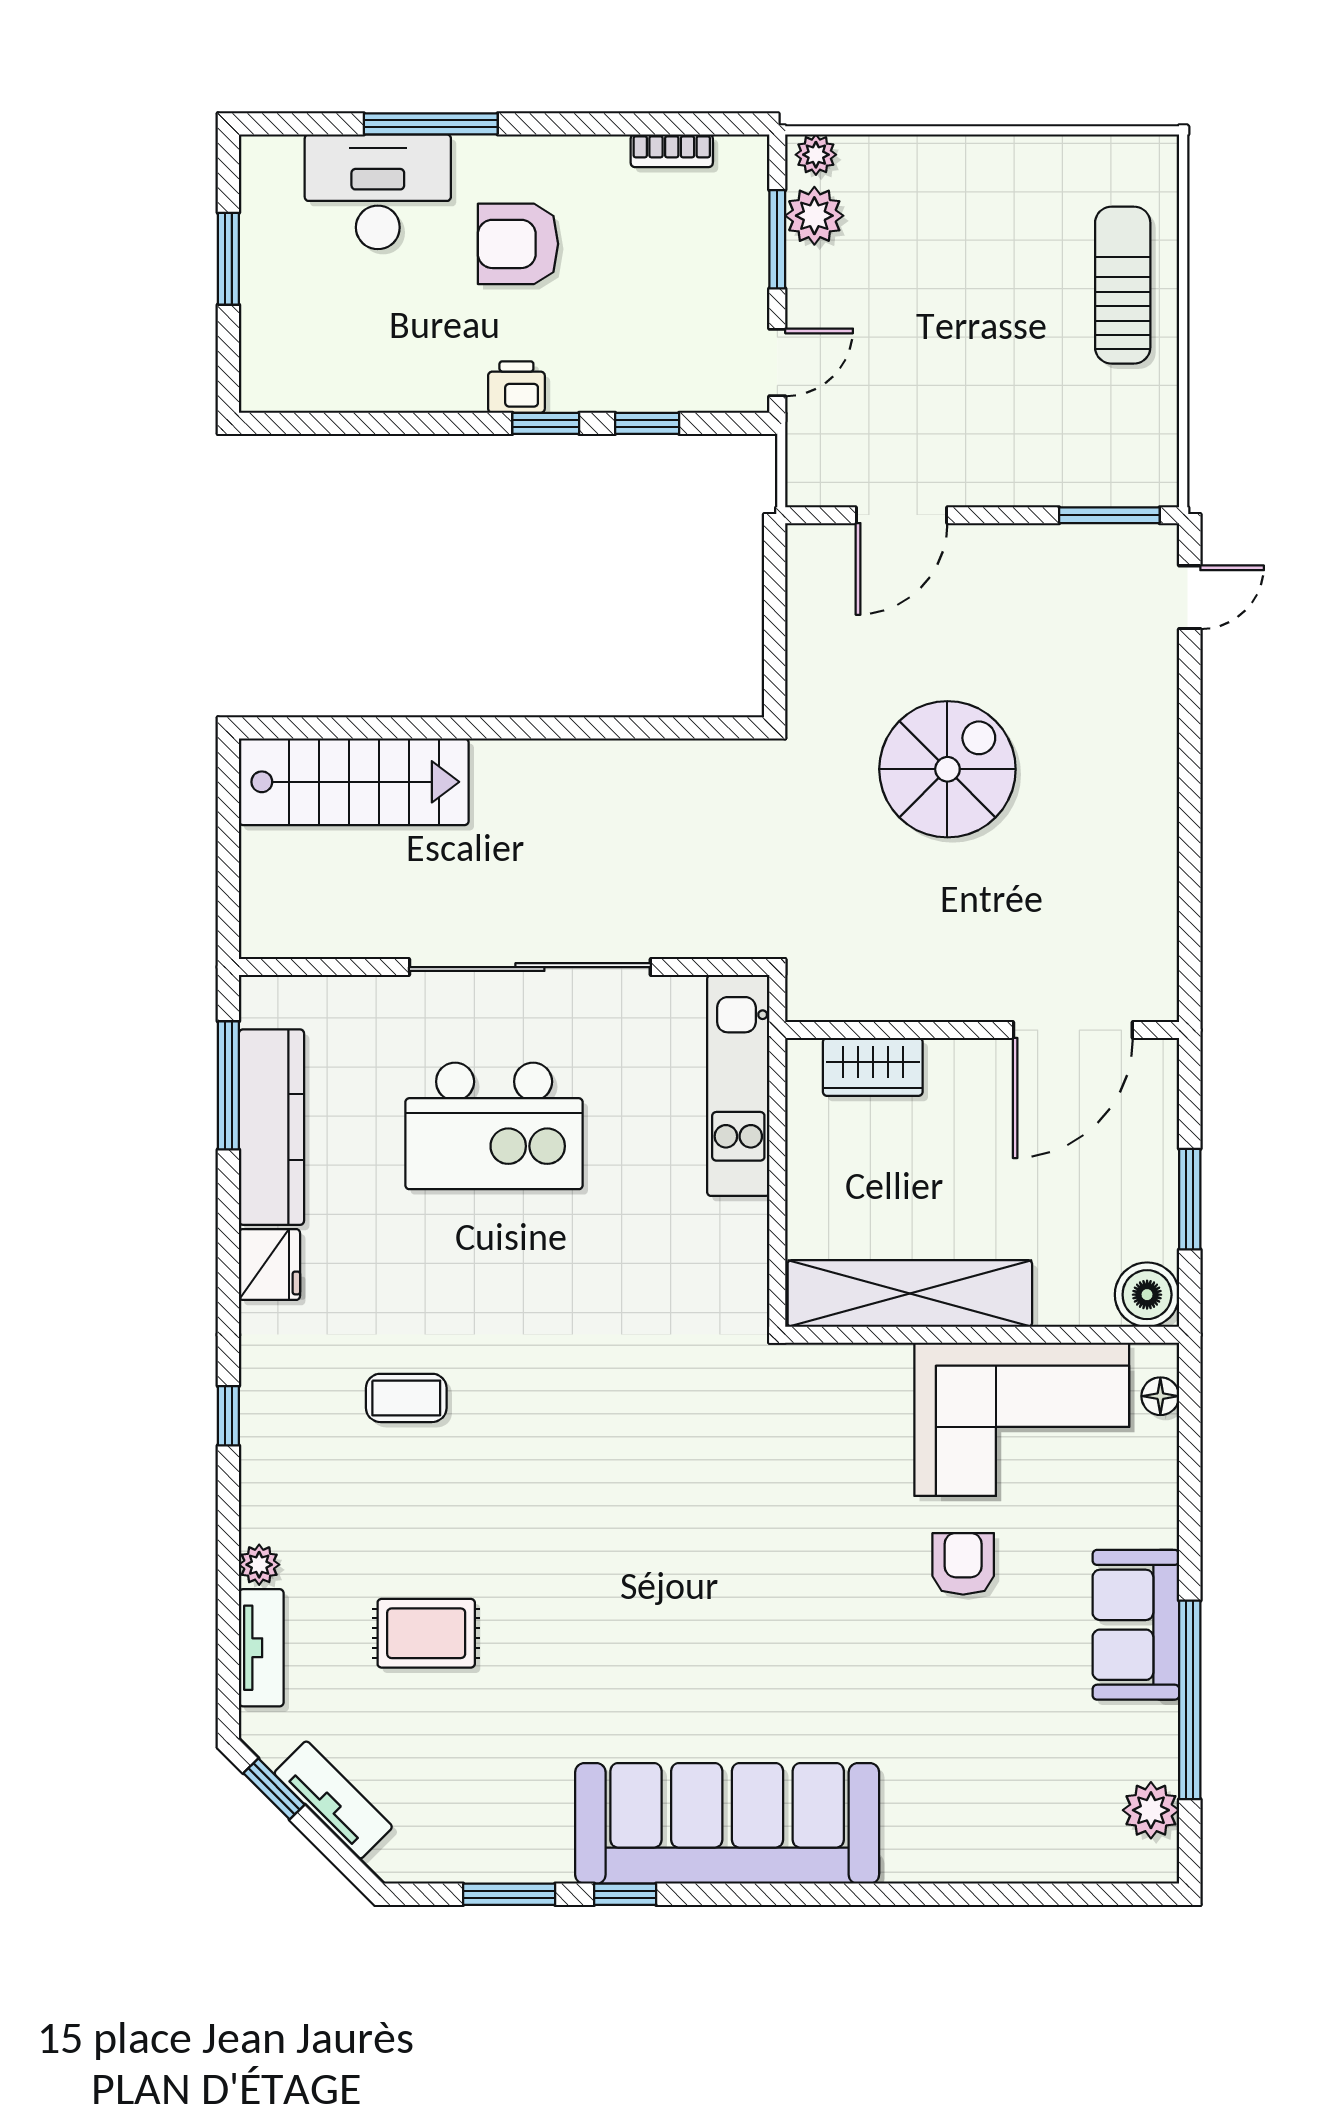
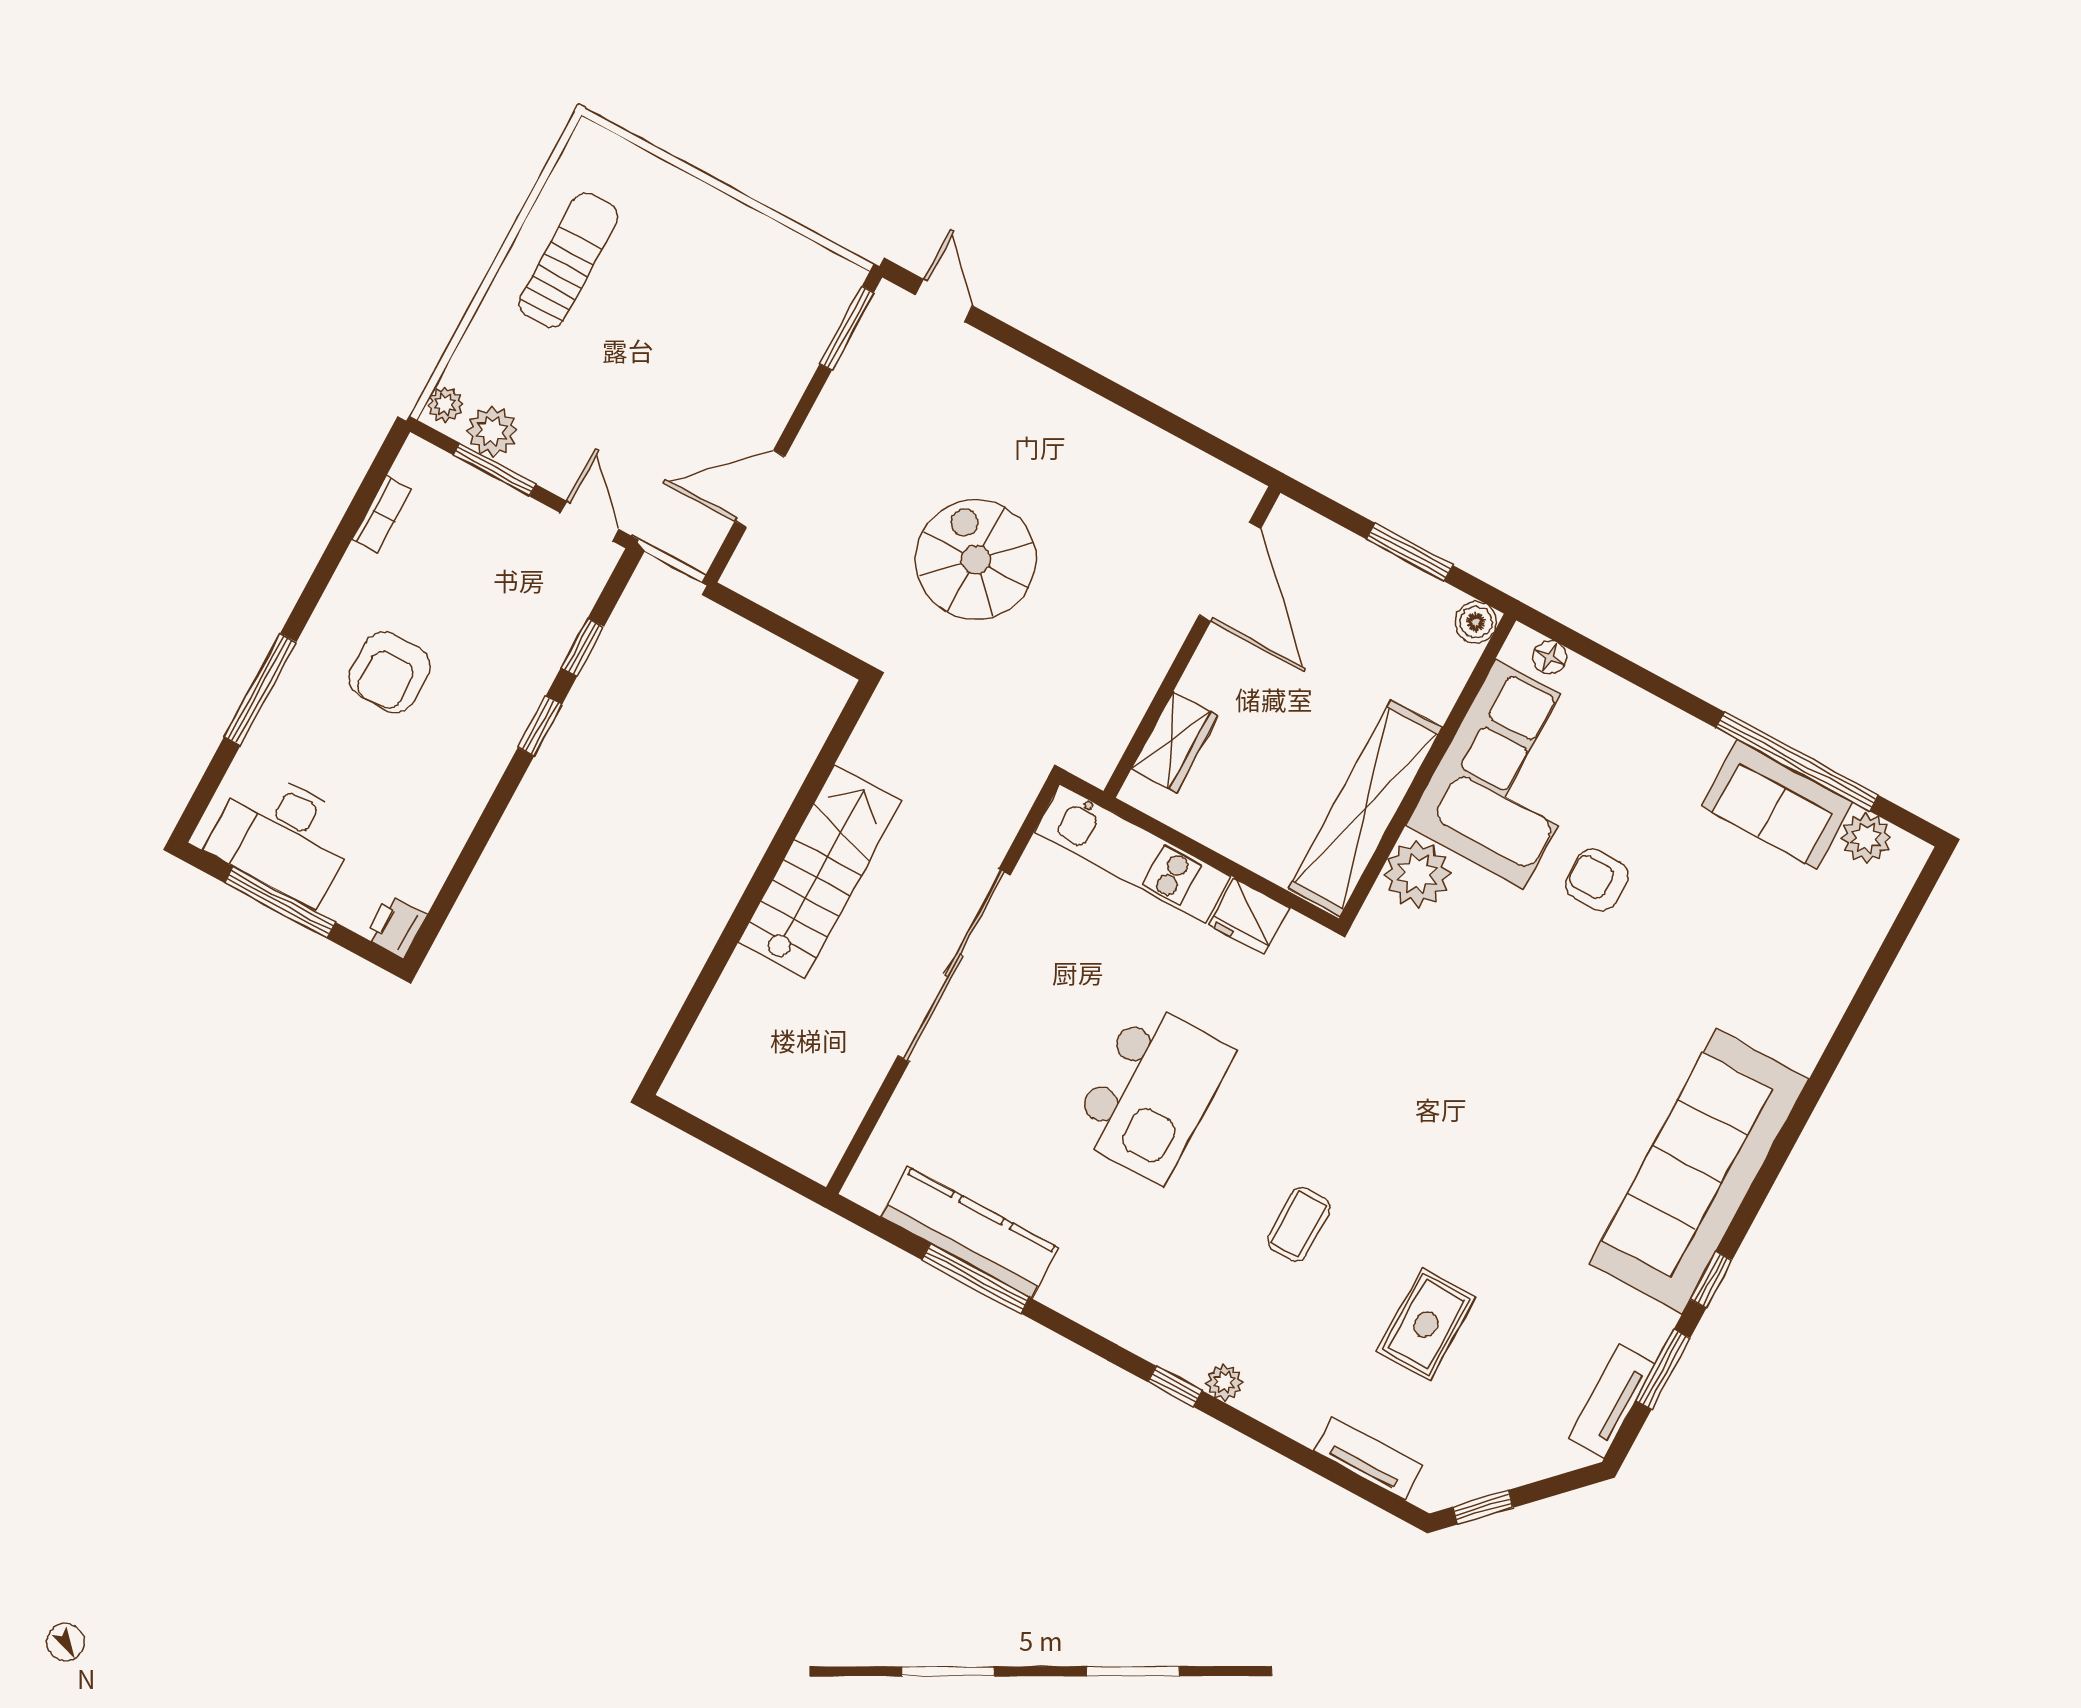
desk: (378, 192) -> (283, 836), moved, turned -90
window: (228, 259) -> (280, 902), width x1.44
sun lounger: (1123, 285) -> (569, 260), moved, turned 90
printer: (516, 387) -> (395, 926), moved
door: (902, 515) -> (760, 489), swing flipped
stairs: (354, 782) -> (820, 871), moved
window: (228, 1085) -> (976, 1279), moved
kitchen island: (494, 1126) -> (1152, 1093), moved
fridge: (269, 1265) -> (1249, 916), moved, turned 180
boiler: (1147, 1295) -> (1476, 622), width x0.73, depth x0.73
plant: (872, 1381) -> (1417, 874), added
coffee table: (406, 1398) -> (1299, 1224), moved
plant: (259, 1565) -> (1224, 1382), moved
sofa: (1136, 1625) -> (1777, 804), moved
tv unit: (333, 1800) -> (1612, 1401), moved, turned -45

